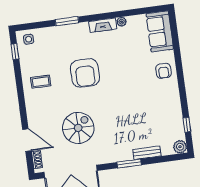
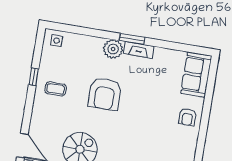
window: (67, 21) -> (132, 39), moved
plant: (122, 22) -> (113, 49), moved, width x1.88, depth x1.88
window: (15, 52) -> (34, 77), moved

